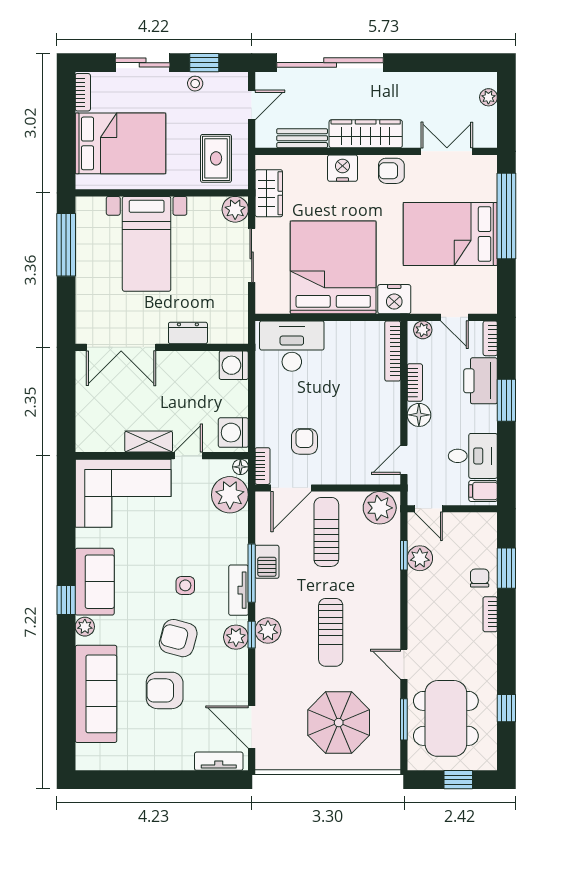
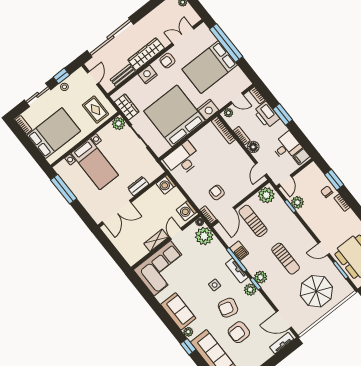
door: (428, 509) -> (286, 181), hinge flipped
window: (66, 600) -> (188, 347), moved

